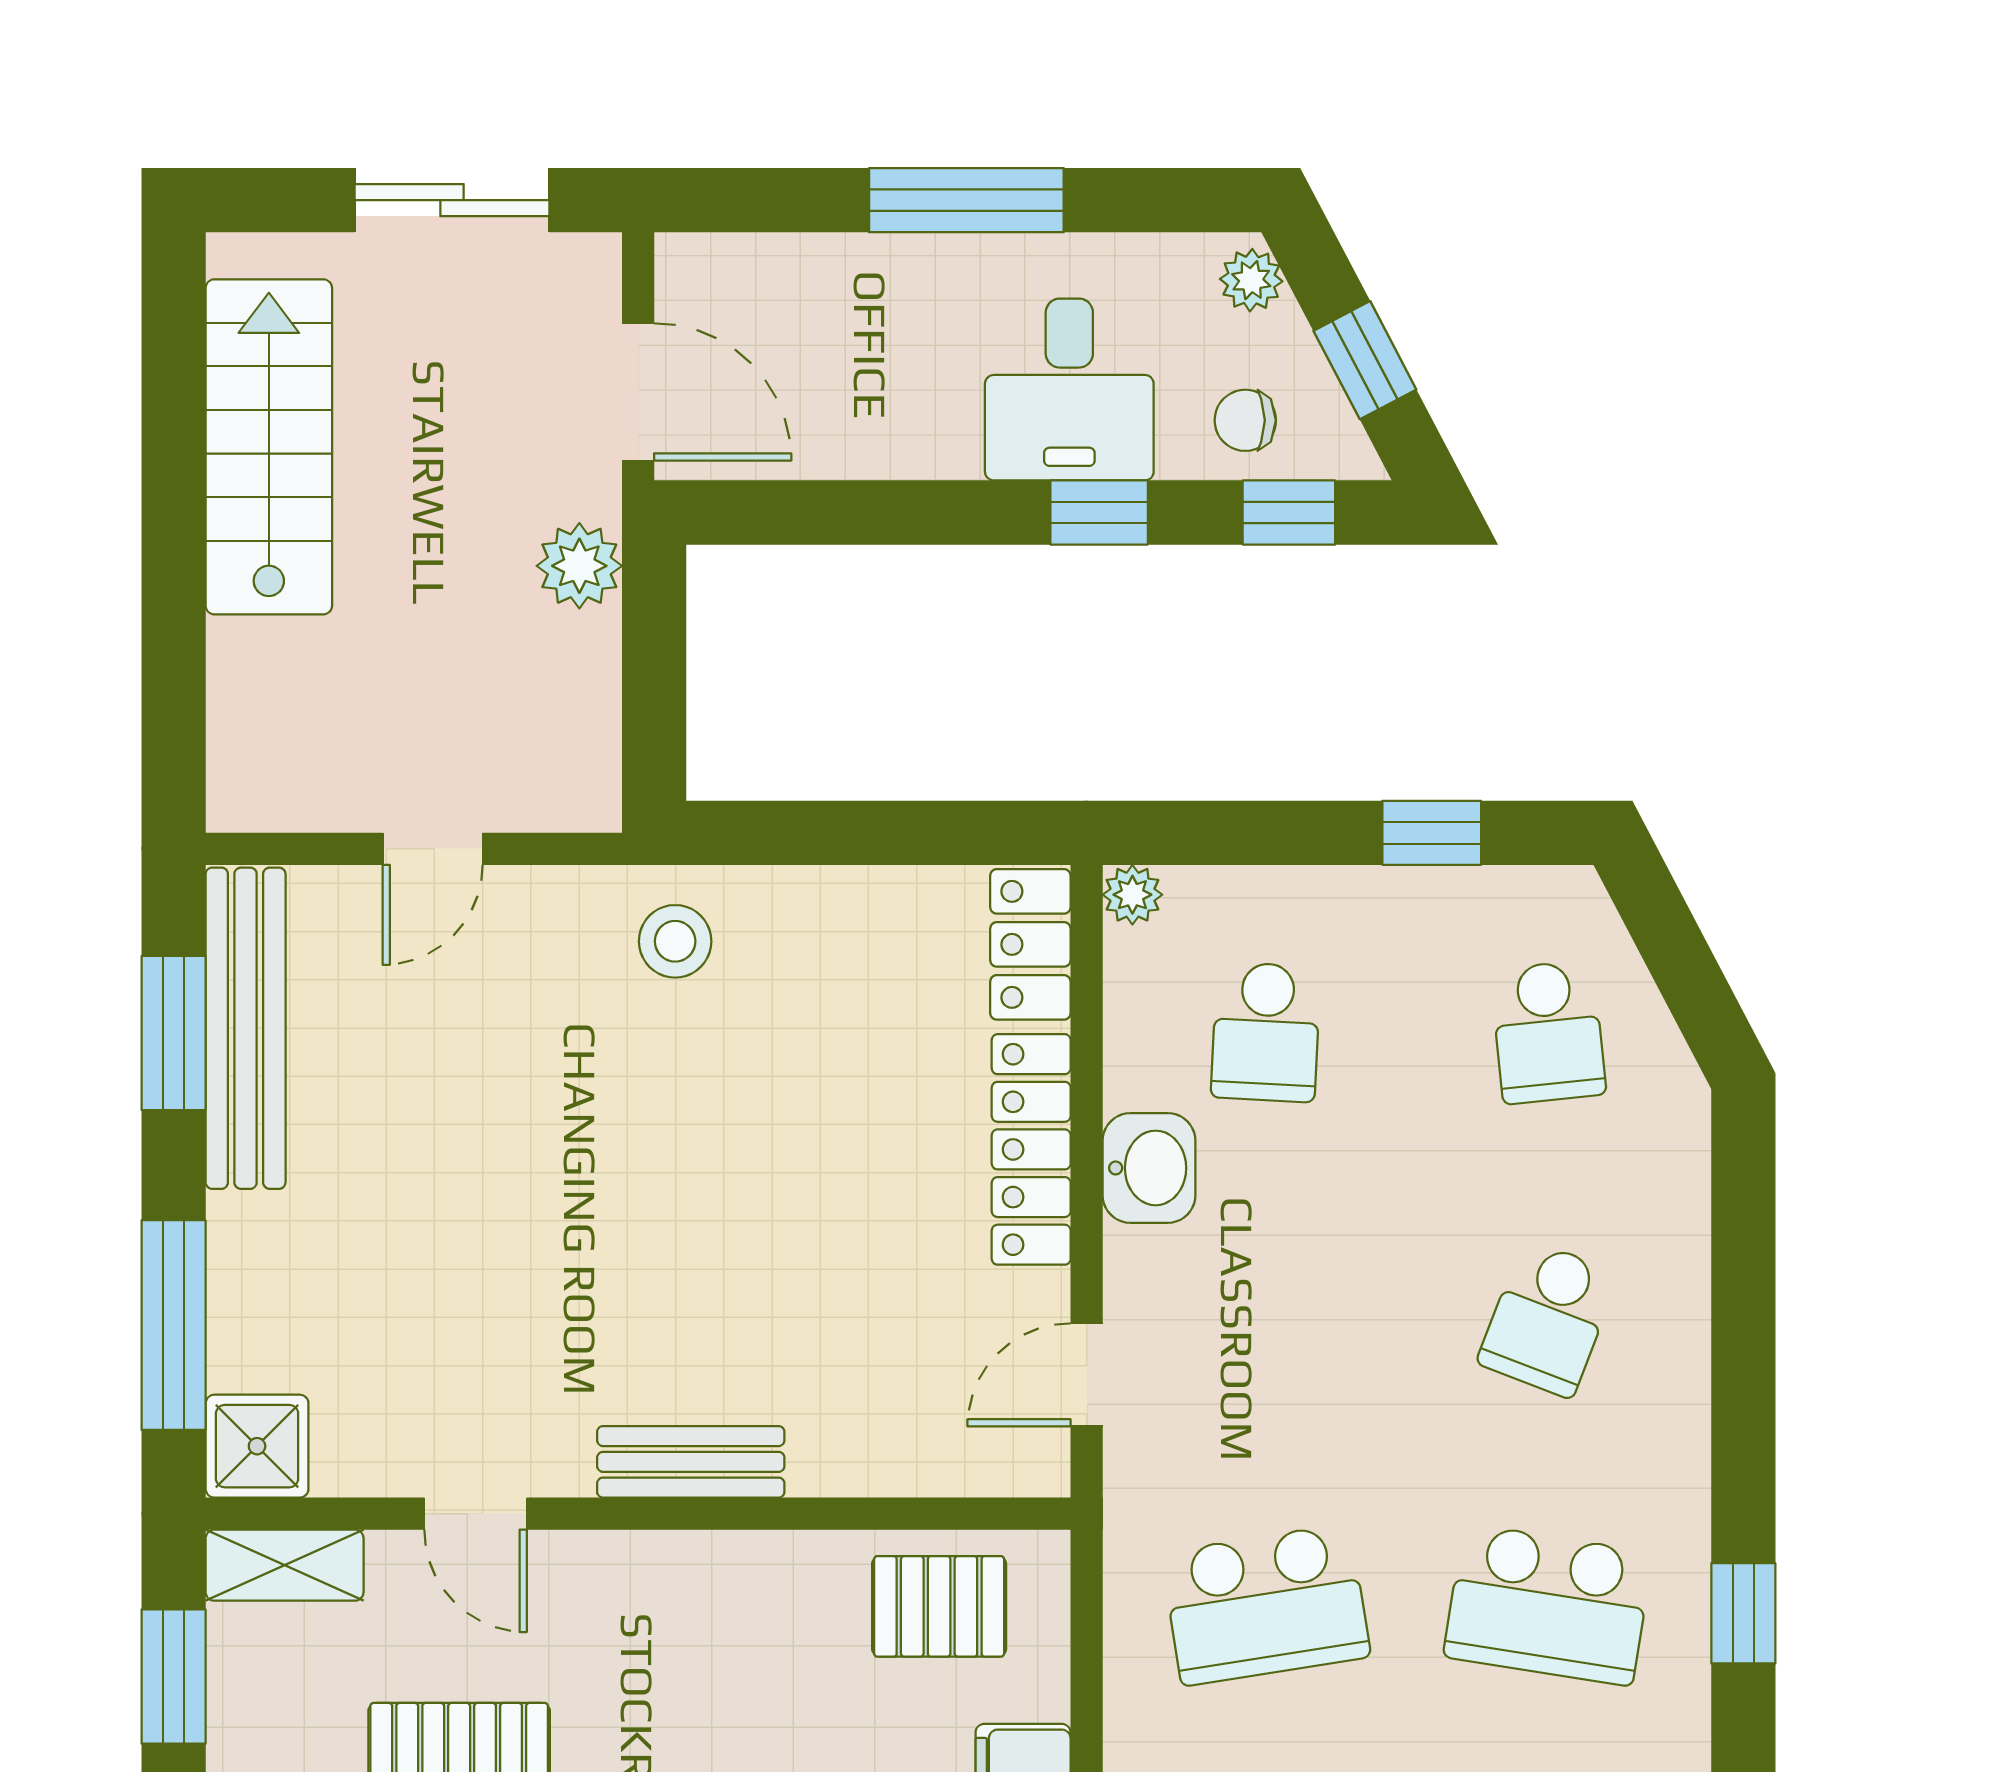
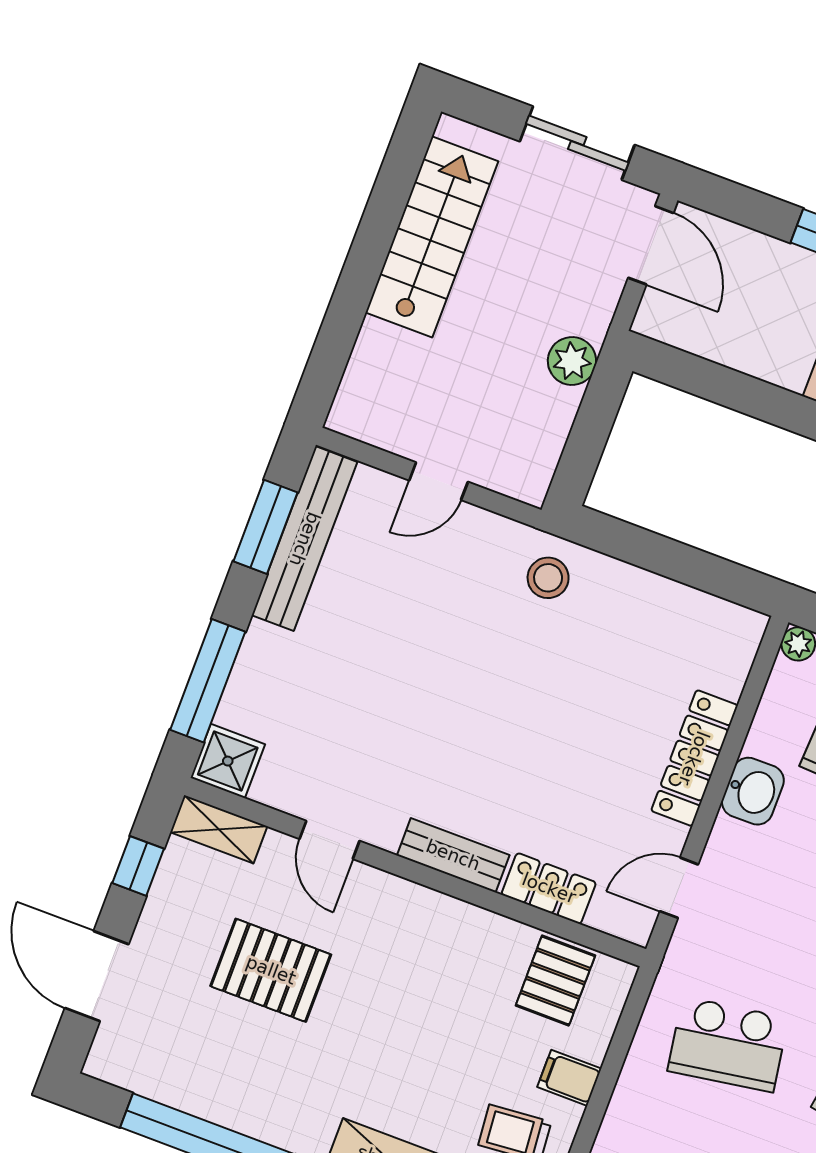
door: (638, 392) -> (651, 245), moved
locker: (1030, 944) -> (549, 888), moved, turned 90
pallet: (939, 1606) -> (555, 981), turned 90
window: (174, 1677) -> (138, 866), width x0.67

